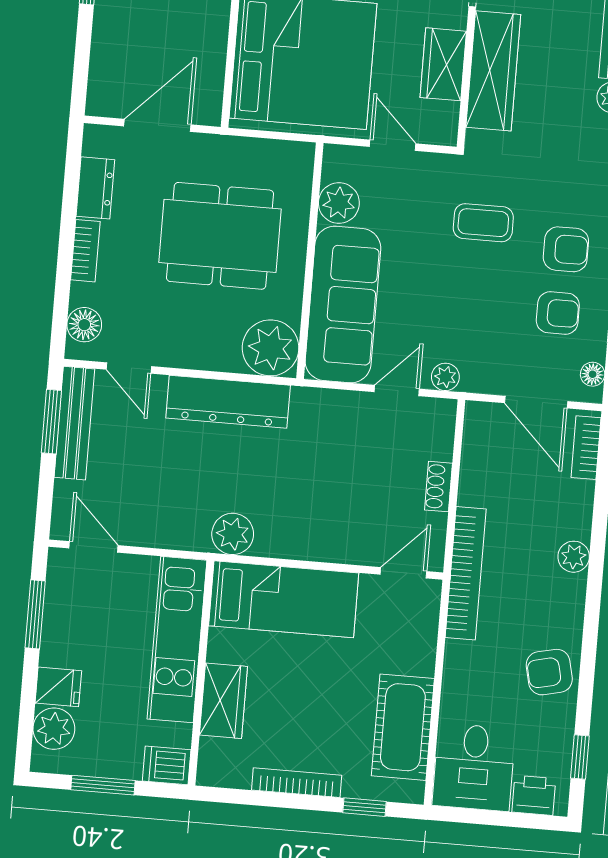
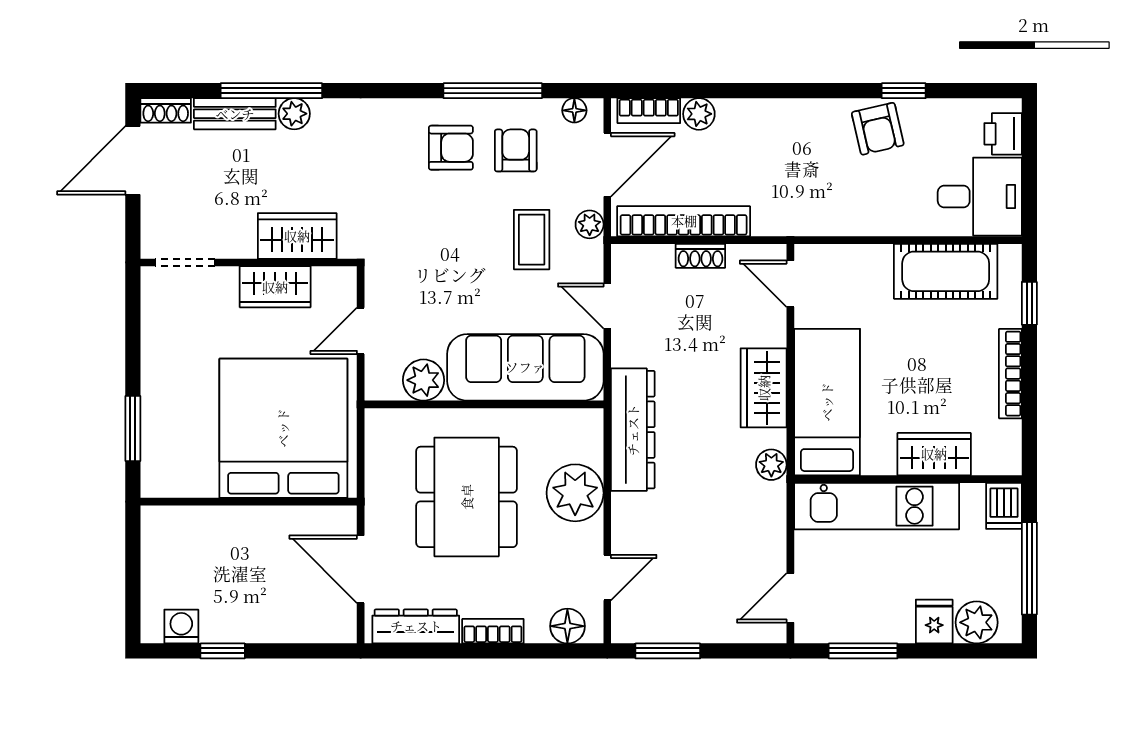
wardrobe: (493, 71) -> (297, 236), width x0.67
dresser: (95, 188) -> (416, 626), width x1.44
coffee table: (483, 223) -> (532, 240), moved
armchair: (566, 249) -> (451, 148), turned 90
plant: (271, 348) -> (575, 493), moved
plant: (445, 377) -> (590, 224), moved
dresser: (228, 402) -> (633, 430), moved
bench: (74, 423) -> (667, 628), removed
plant: (233, 534) -> (771, 465), width x0.73, depth x0.73
wardrobe: (303, 538) -> (764, 388), added
plant: (574, 557) -> (699, 114), moved
bookcase: (466, 573) -> (684, 221), moved
window: (580, 757) -> (904, 91), moved
window: (103, 785) -> (1029, 568), width x1.44

